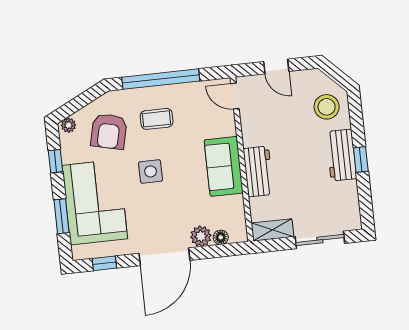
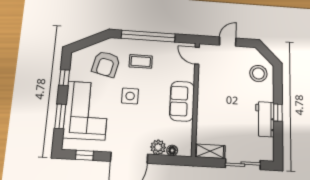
door: (276, 67) -> (228, 42), swing flipped
plant: (68, 125) -> (79, 55), removed
workbench: (341, 155) -> (265, 119), moved
workbench: (258, 171) -> (206, 109), removed

